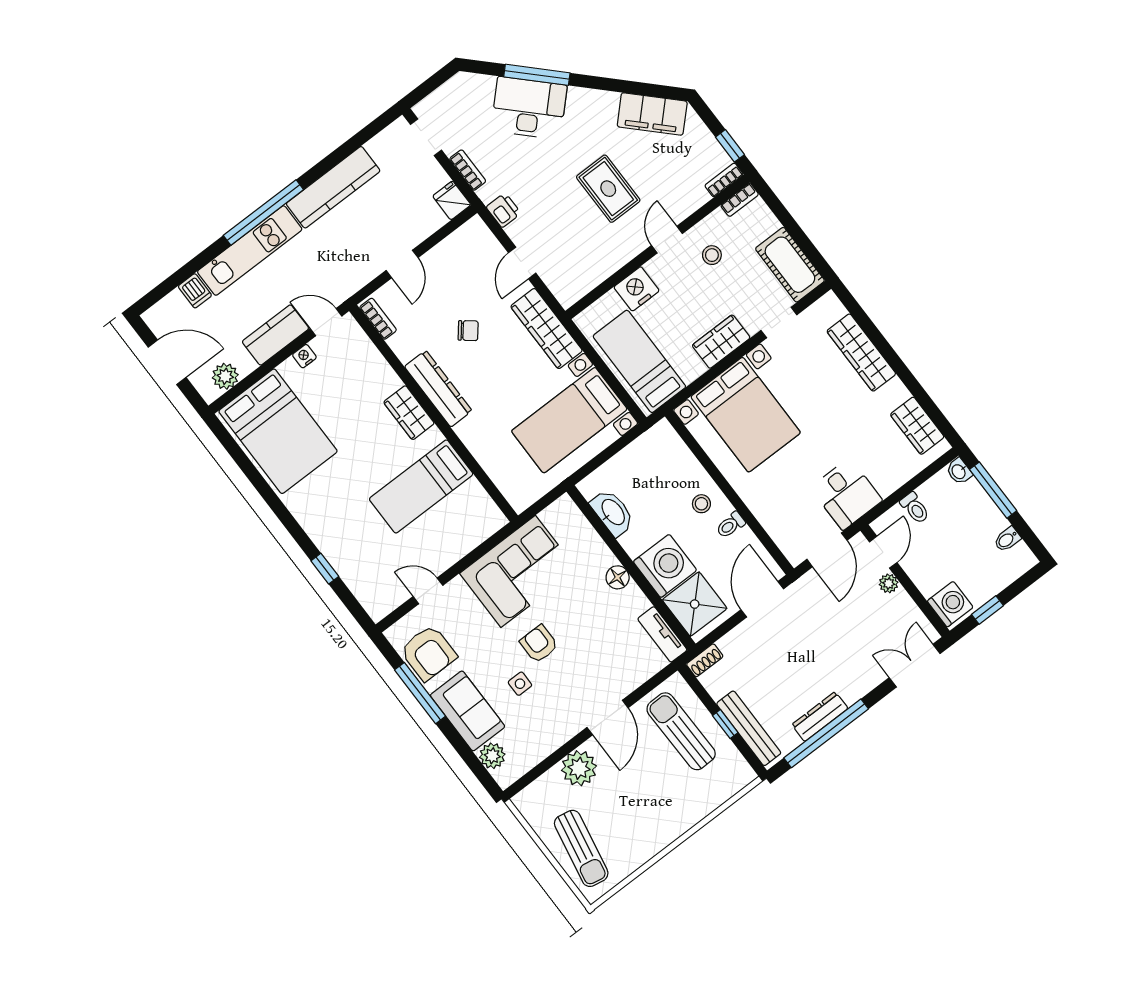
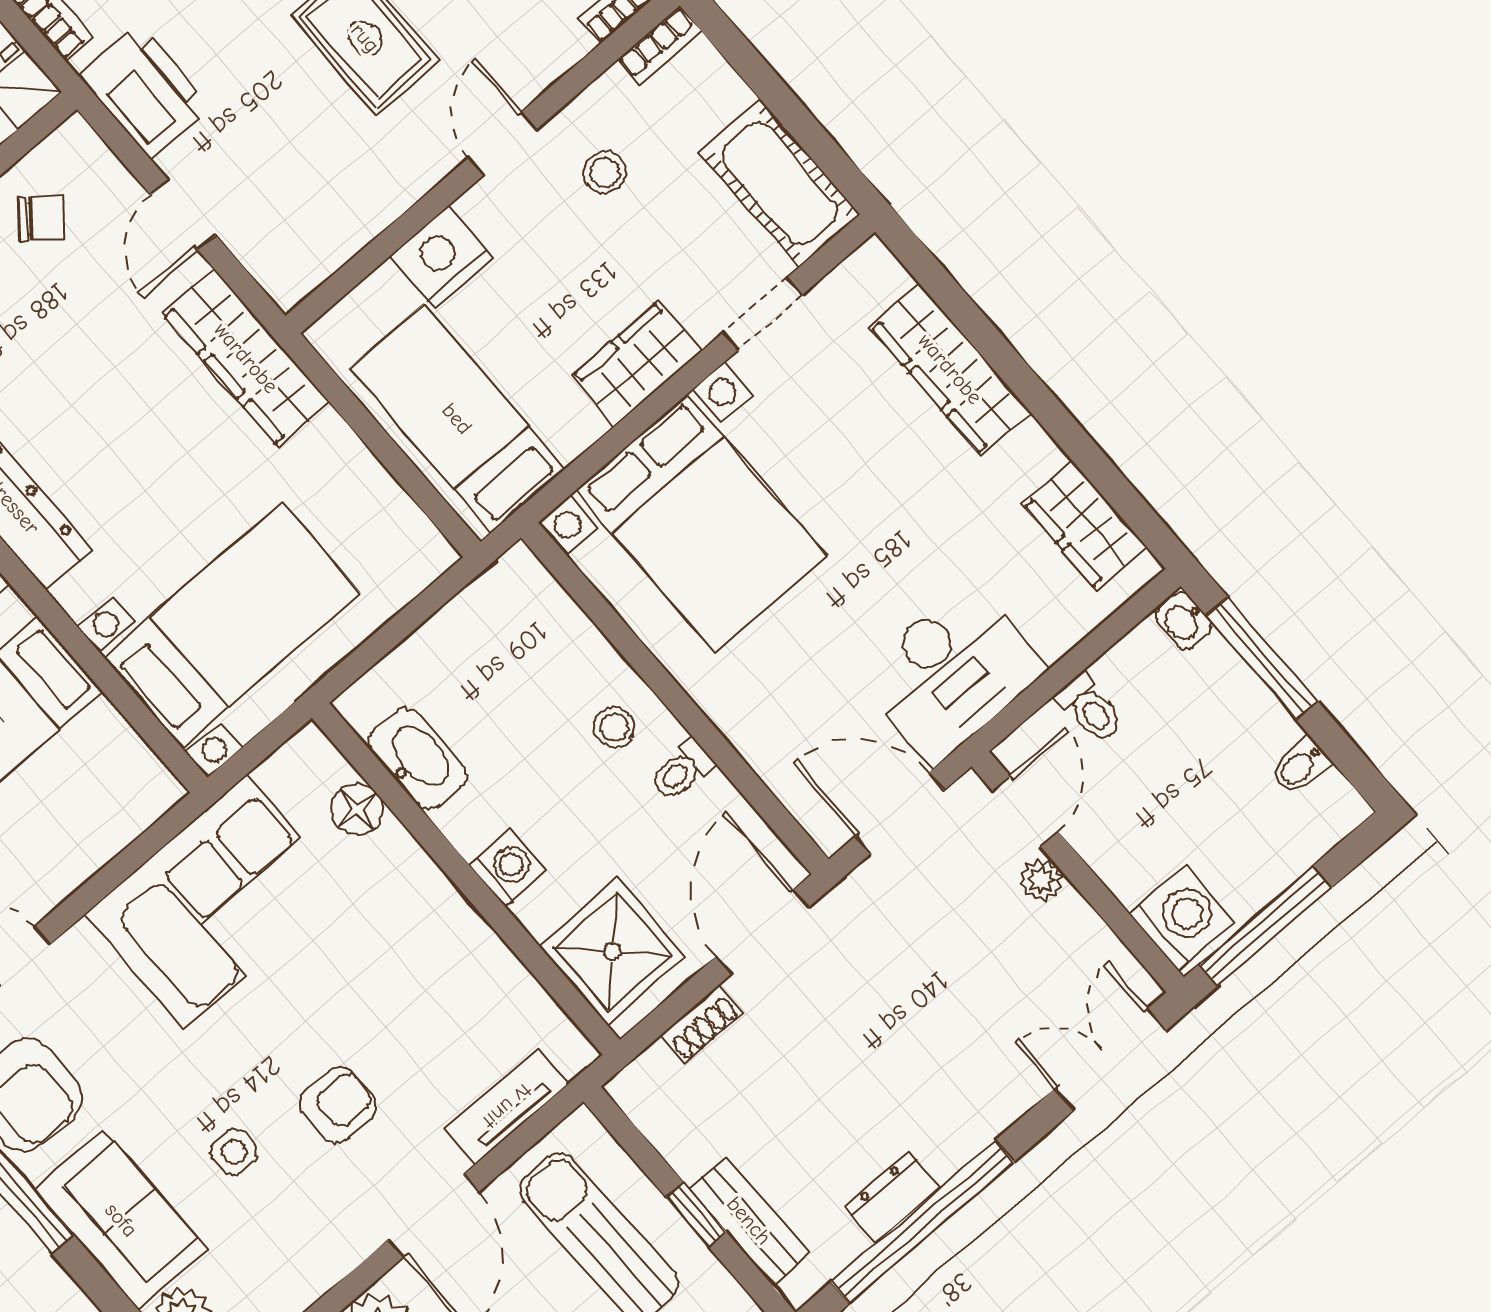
printer: (504, 210) -> (145, 91), width x1.87, depth x1.48
chair: (468, 331) -> (42, 219), moved
bed with nightstands: (569, 420) -> (232, 625), moved, turned 180
desk: (846, 494) -> (952, 673), width x1.37
door: (827, 550) -> (900, 813), swing flipped
washing machine: (665, 566) -> (507, 868), width x0.53, depth x0.53
floor lamp: (618, 577) -> (357, 810), moved
window: (987, 610) -> (1265, 926), width x2.17
tv unit: (662, 634) -> (507, 1106), moved, turned 90
armchair: (539, 644) -> (338, 1105), moved, turned 90
shoe rack: (705, 660) -> (702, 1024), moved
dresser: (820, 717) -> (892, 1198), width x0.70
bench: (749, 728) -> (749, 1221), width x0.73

